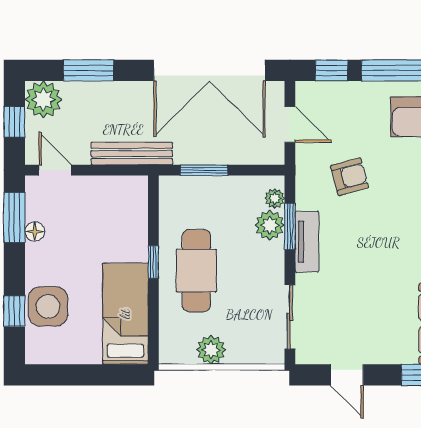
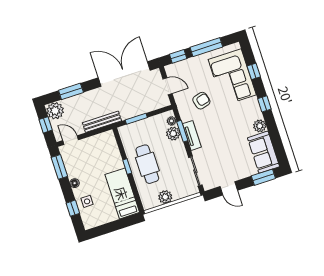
double door: (209, 70) -> (124, 74), swing flipped
floor lamp: (35, 232) -> (75, 183), moved
side table: (48, 306) -> (87, 201), width x0.54, depth x0.54

